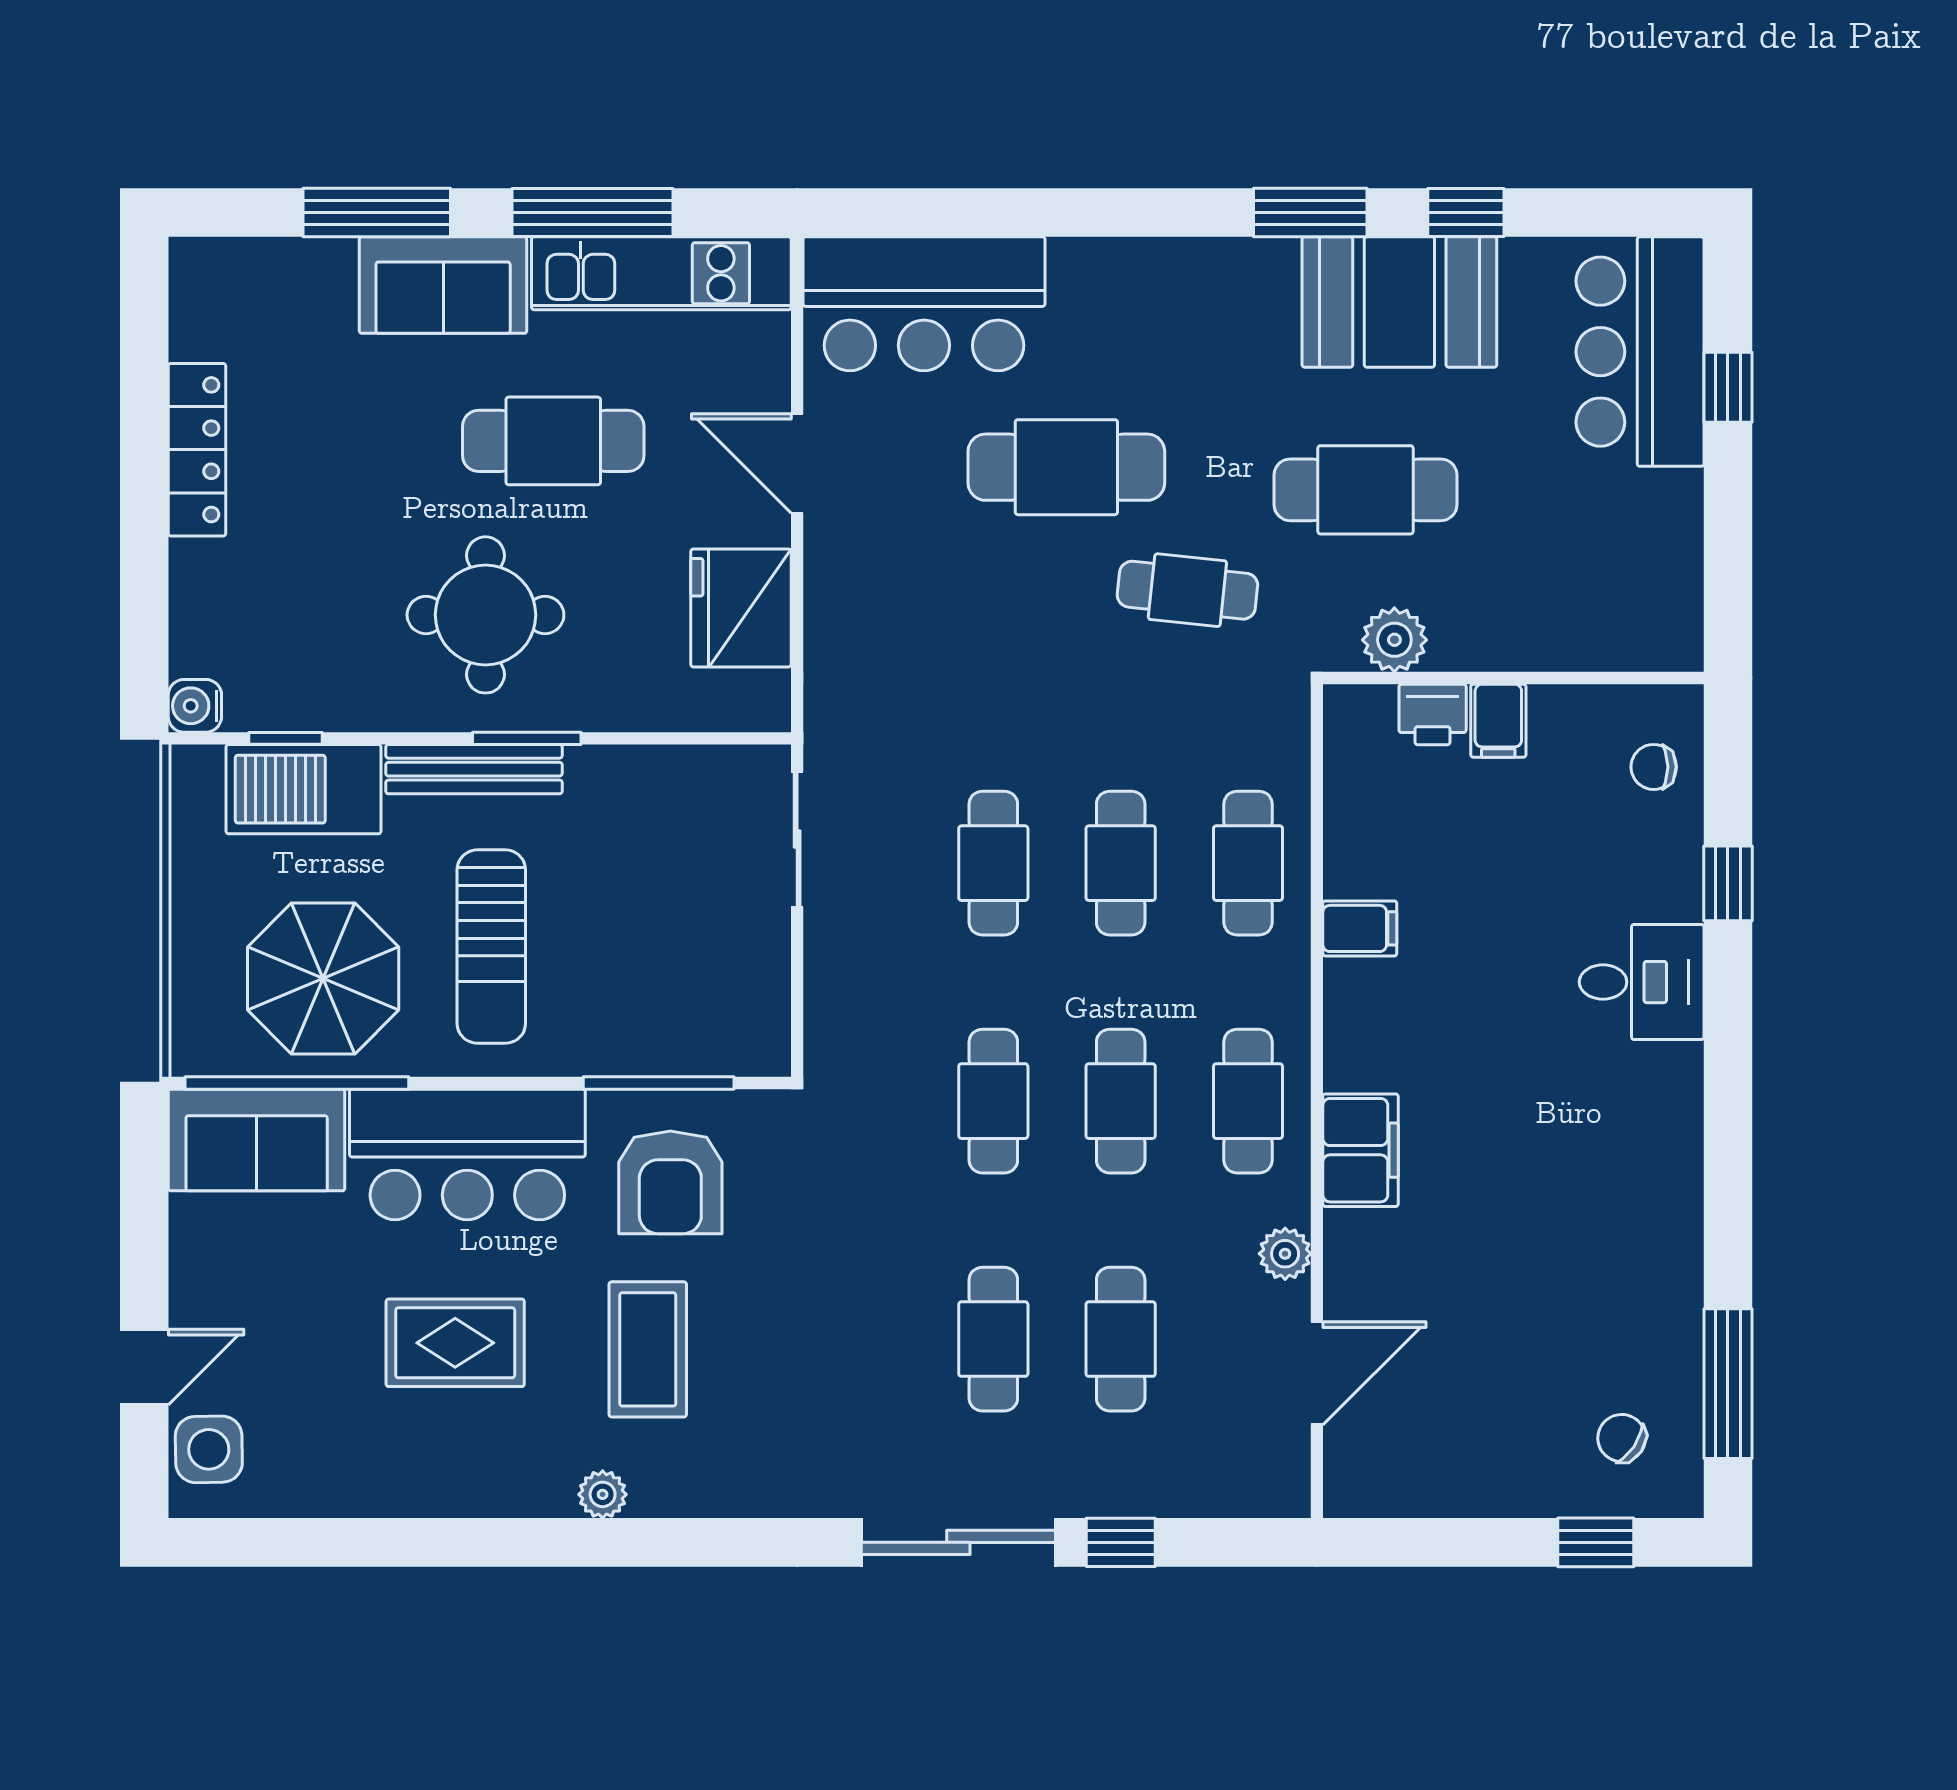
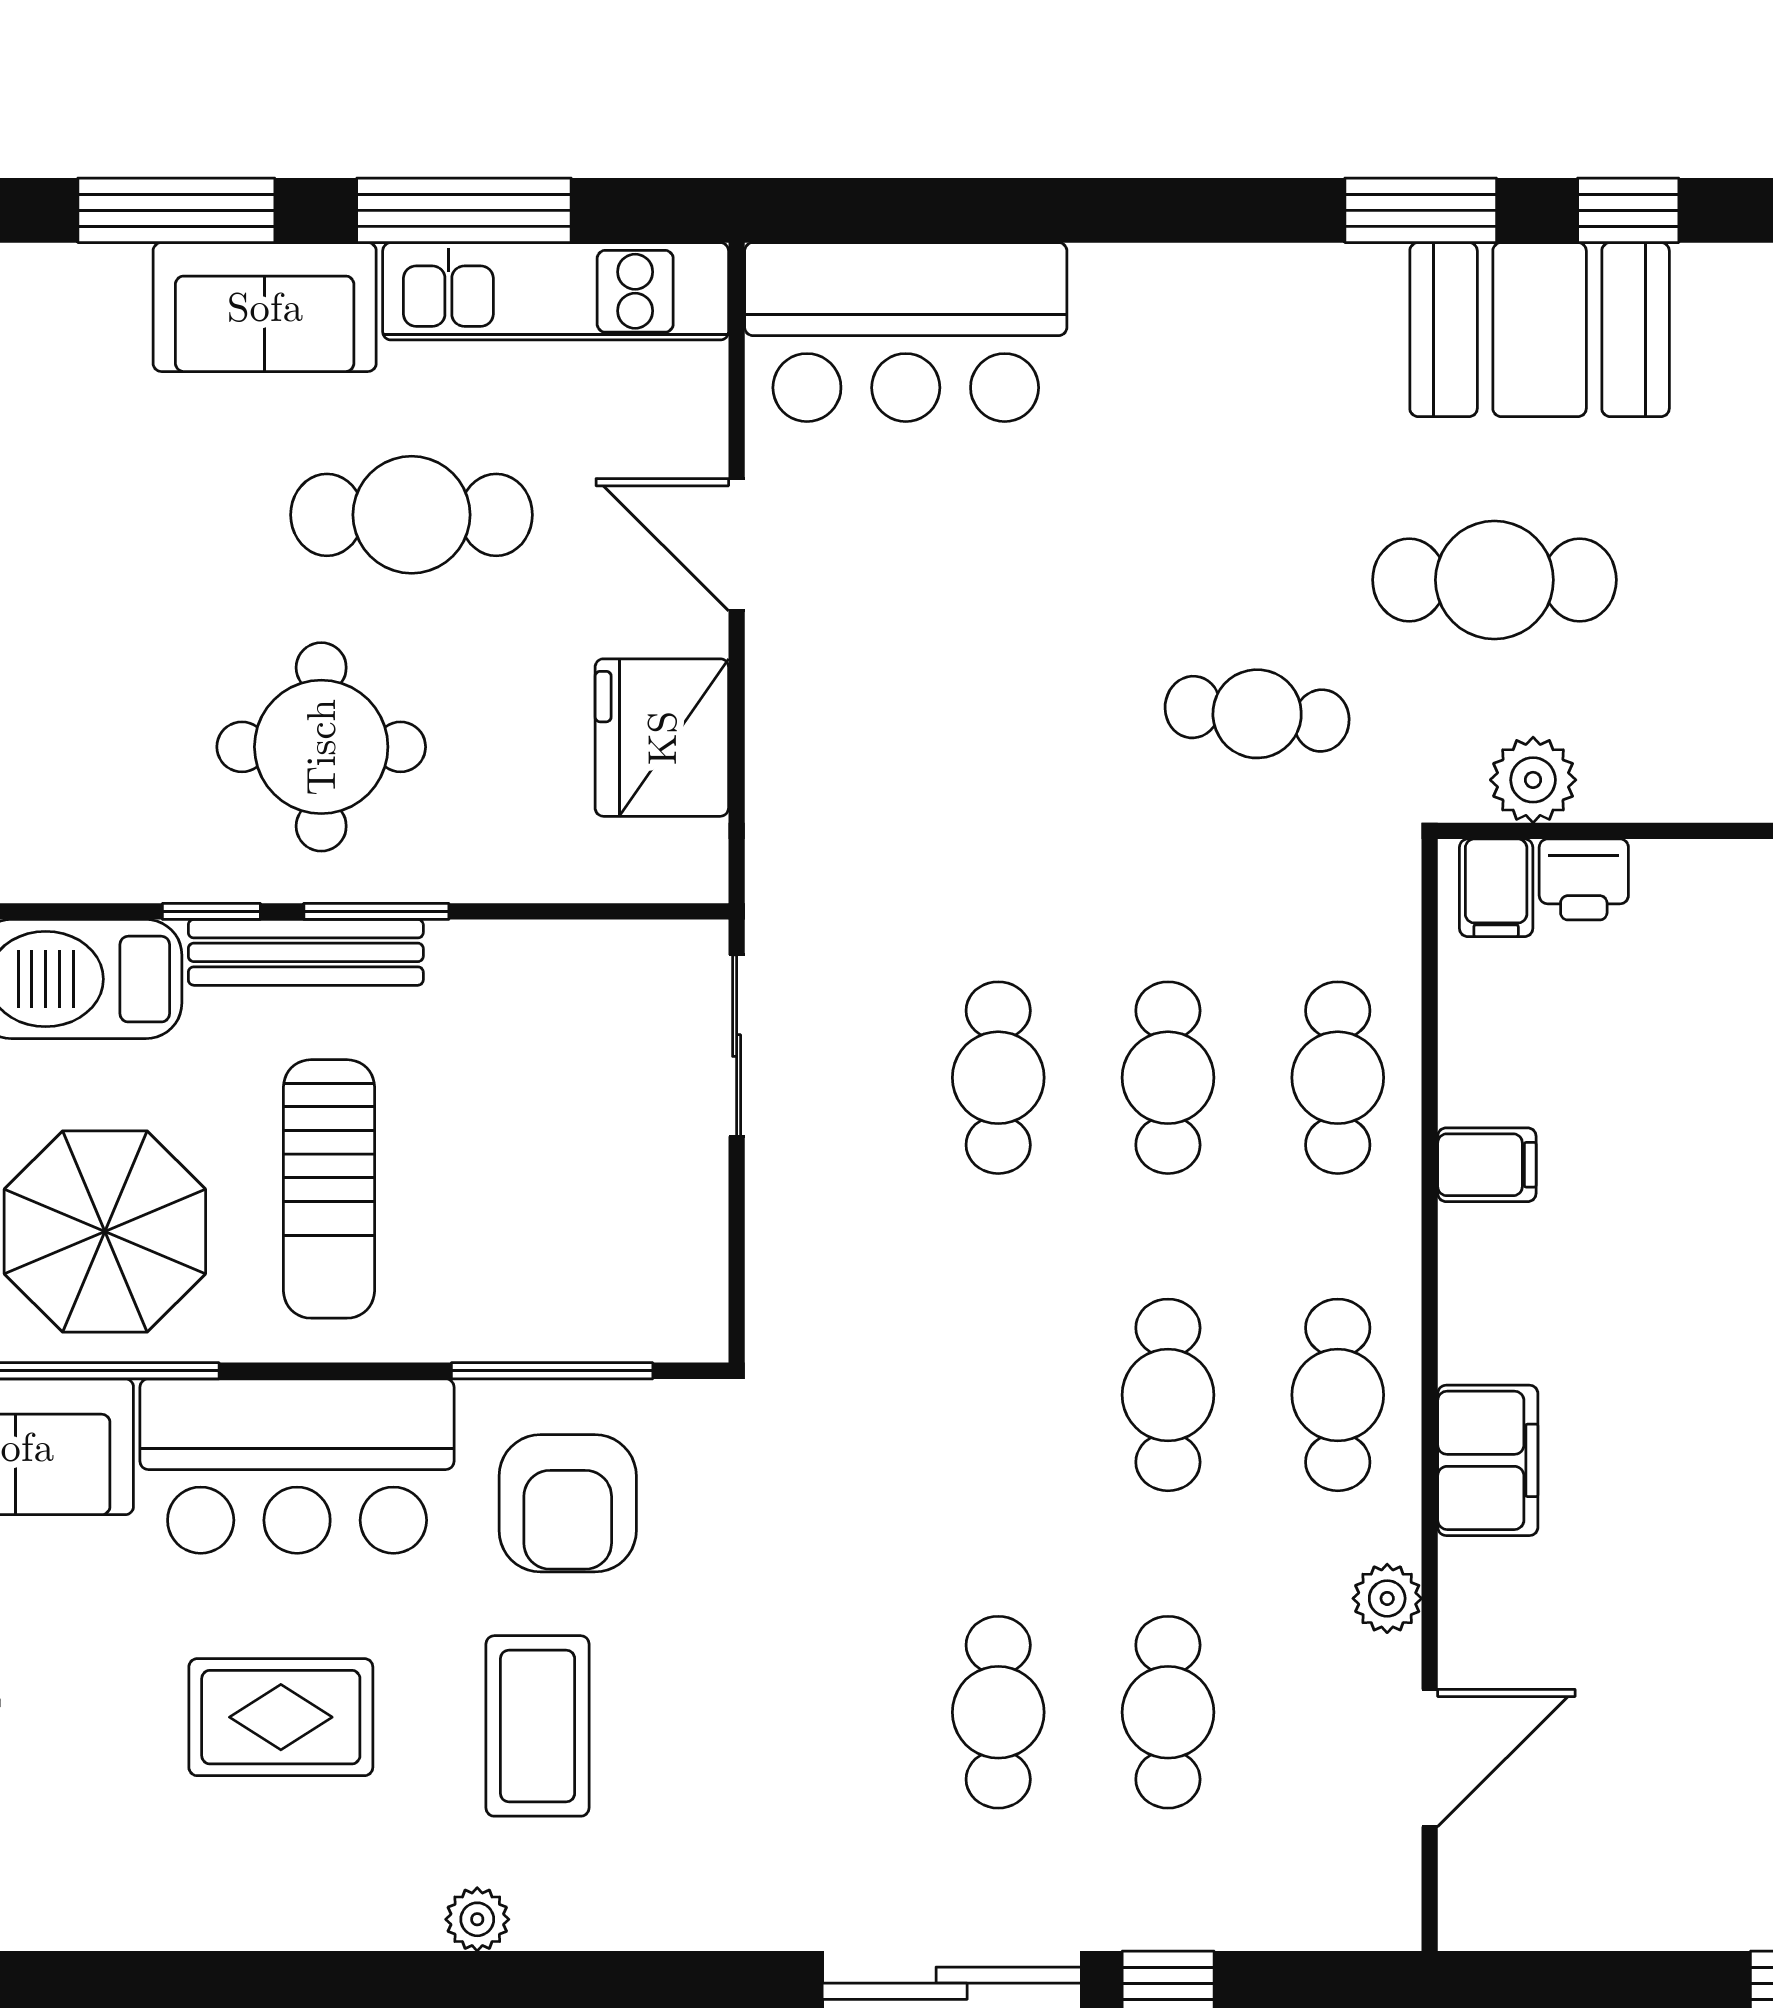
cafe table: (1066, 467) -> (1096, 550), removed
filing cabinet: (1498, 721) -> (1496, 888), moved
window: (285, 738) -> (211, 911), moved
cafe table: (993, 1101) -> (998, 1395), removed

